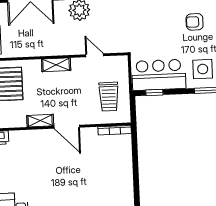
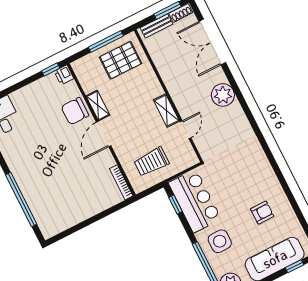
armchair: (195, 22) -> (262, 213), turned 90
shelving: (56, 65) -> (166, 111), moved
chair: (36, 142) -> (75, 111), added

